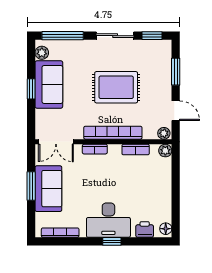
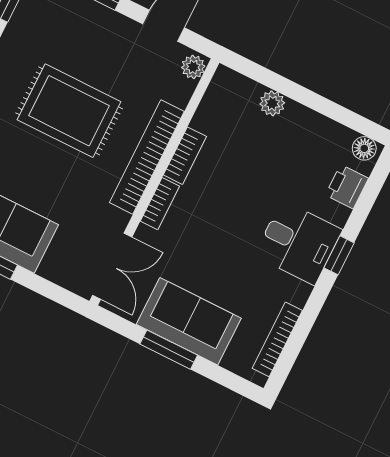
rug: (116, 87) -> (69, 111), turned 90
bookcase: (136, 150) -> (185, 156), moved
plant: (165, 151) -> (272, 103), moved
desk: (108, 220) -> (298, 243), width x0.73

